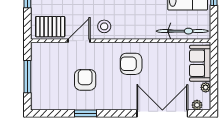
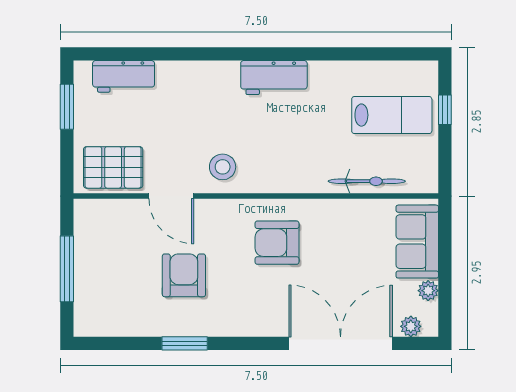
bicycle: (182, 31) -> (367, 181), width x0.73, depth x0.71
door: (79, 41) -> (171, 196), swing flipped

